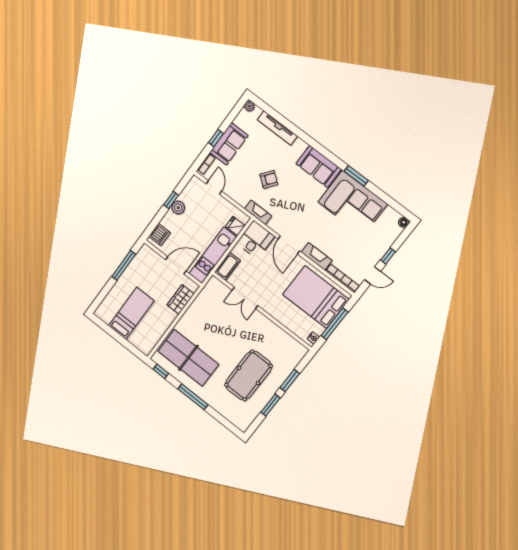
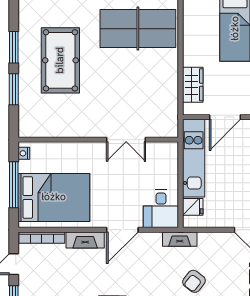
door: (289, 245) -> (122, 230), swing flipped
cot: (228, 266) -> (169, 159), removed
double door: (245, 298) -> (126, 140), swing flipped

